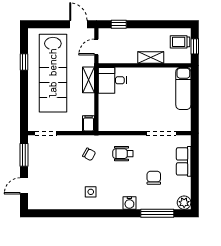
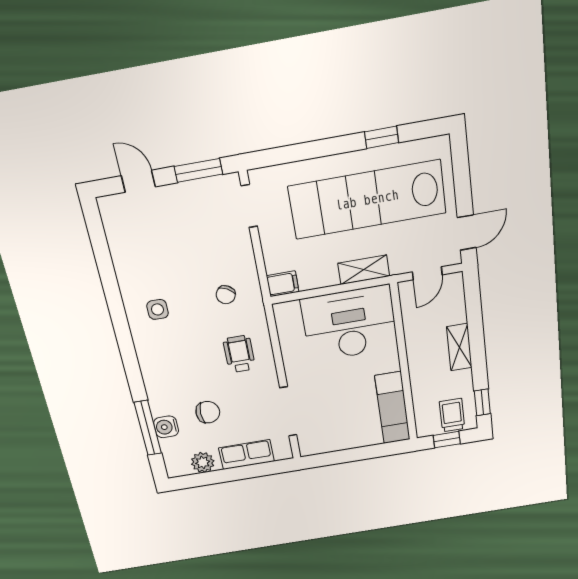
window: (119, 24) -> (482, 402), moved
door: (96, 47) -> (427, 273), swing flipped
shelving: (151, 58) -> (459, 347), moved
desk: (112, 80) -> (349, 324), width x1.87, depth x1.30
exam couch: (183, 88) -> (393, 408), moved, turned -90
water cooler: (129, 203) -> (166, 427), moved
plant: (184, 203) -> (203, 462), moved

